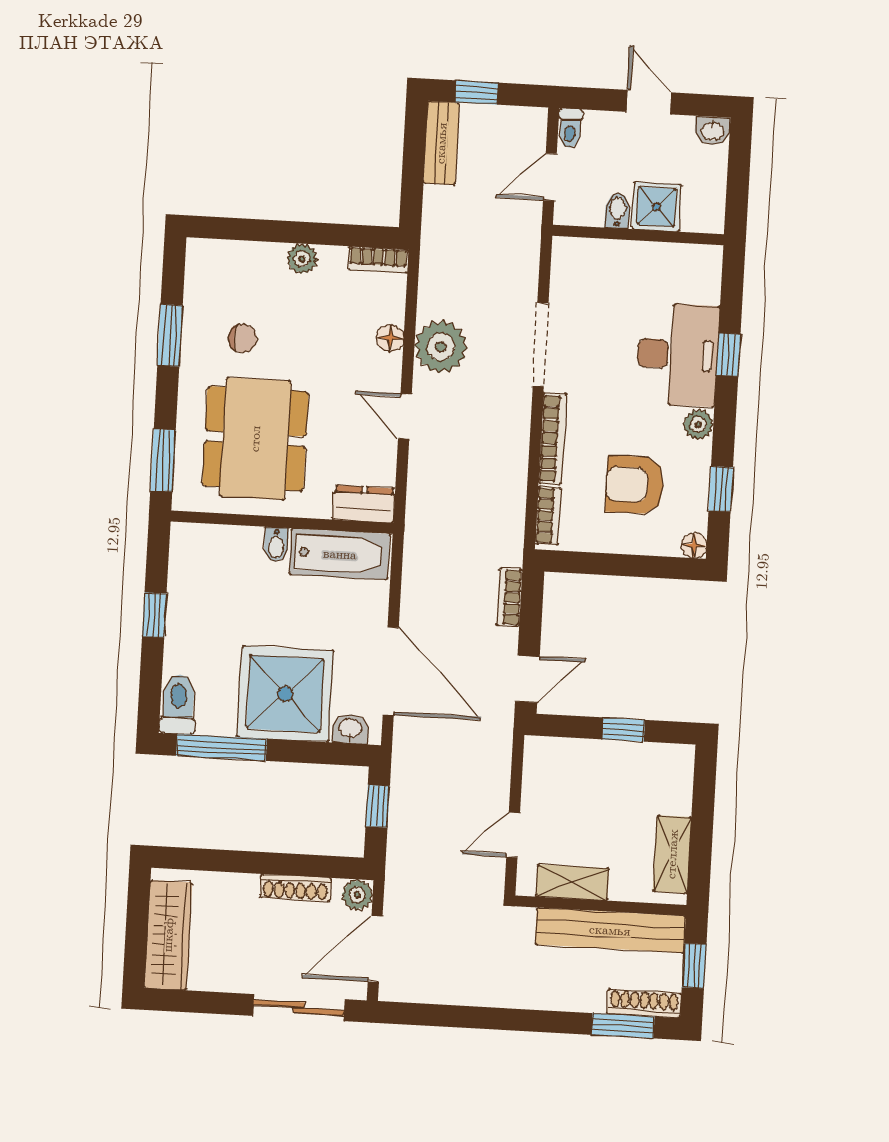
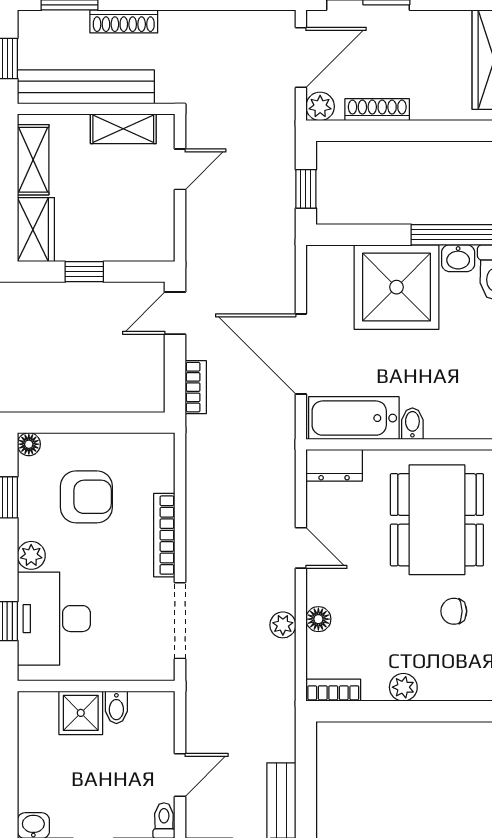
shower: (656, 207) -> (81, 713), moved
bidet: (617, 211) -> (116, 707), moved
wall: (638, 235) -> (96, 686), moved
plant: (441, 347) -> (283, 625), width x0.53, depth x0.53
bookcase: (548, 516) -> (164, 464), removed
door: (391, 671) -> (301, 354), moved
washbasin: (350, 729) -> (458, 258), moved
wardrobe: (673, 778) -> (36, 230), added
shoe rack: (644, 1003) -> (124, 21), moved

